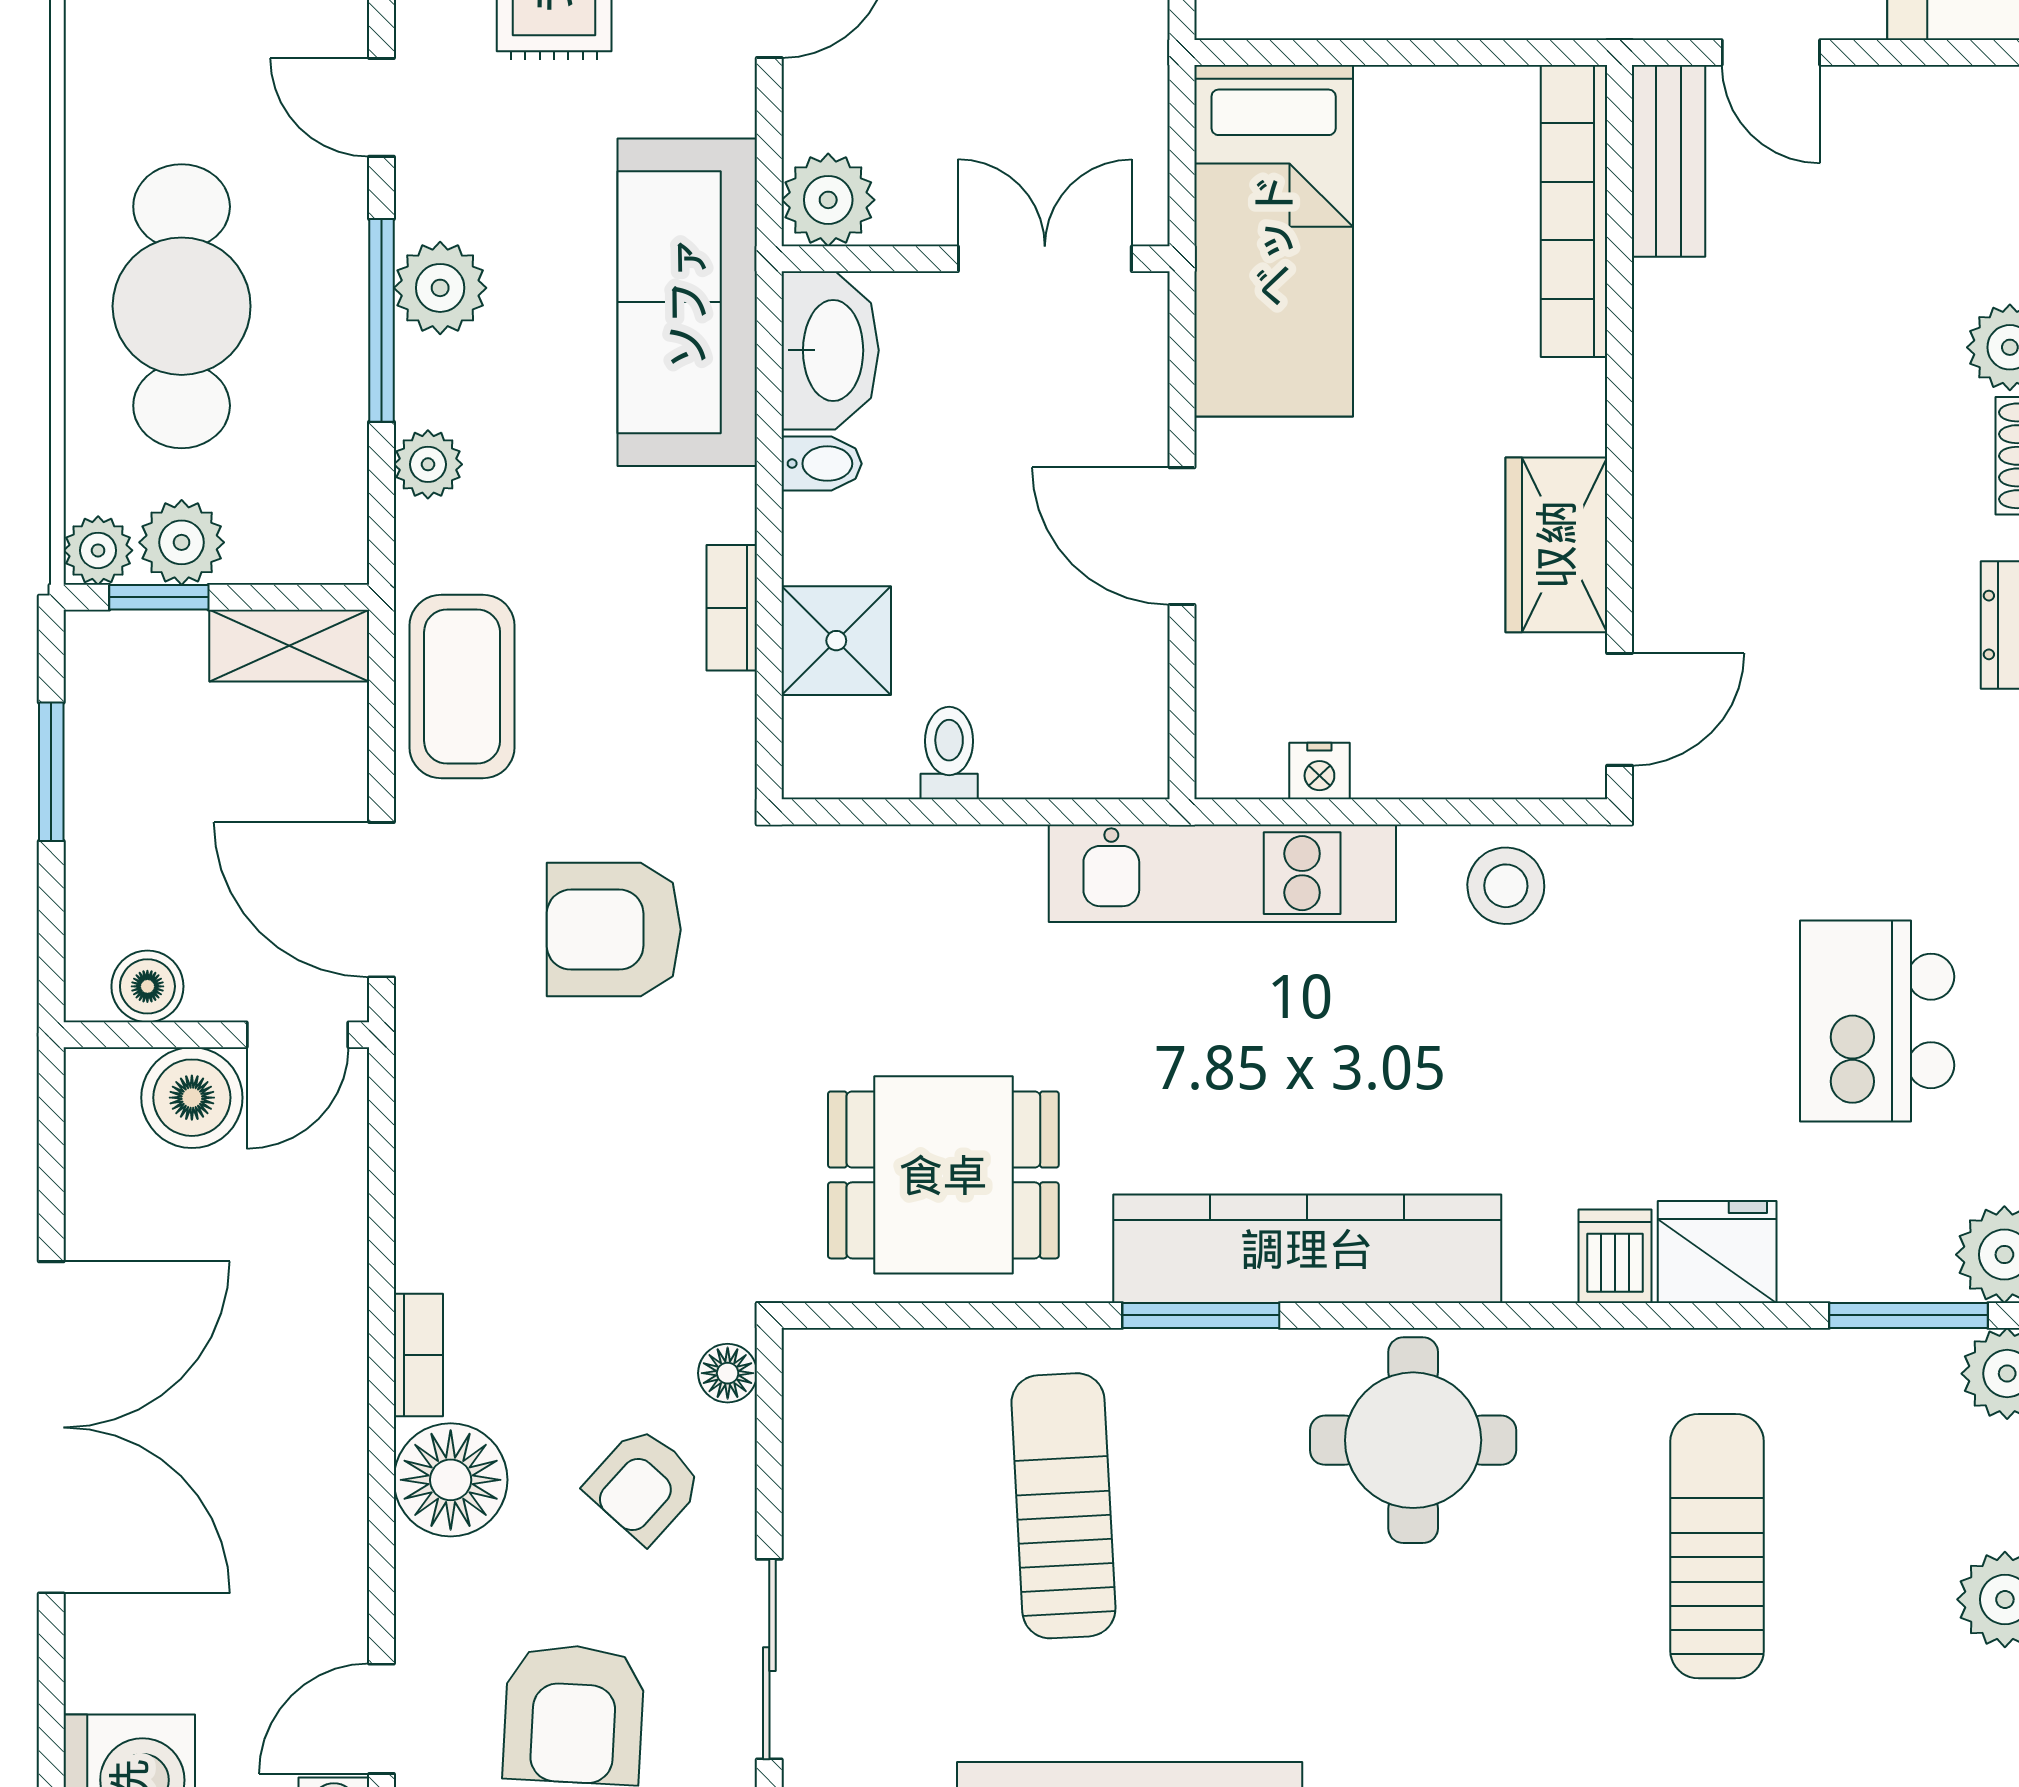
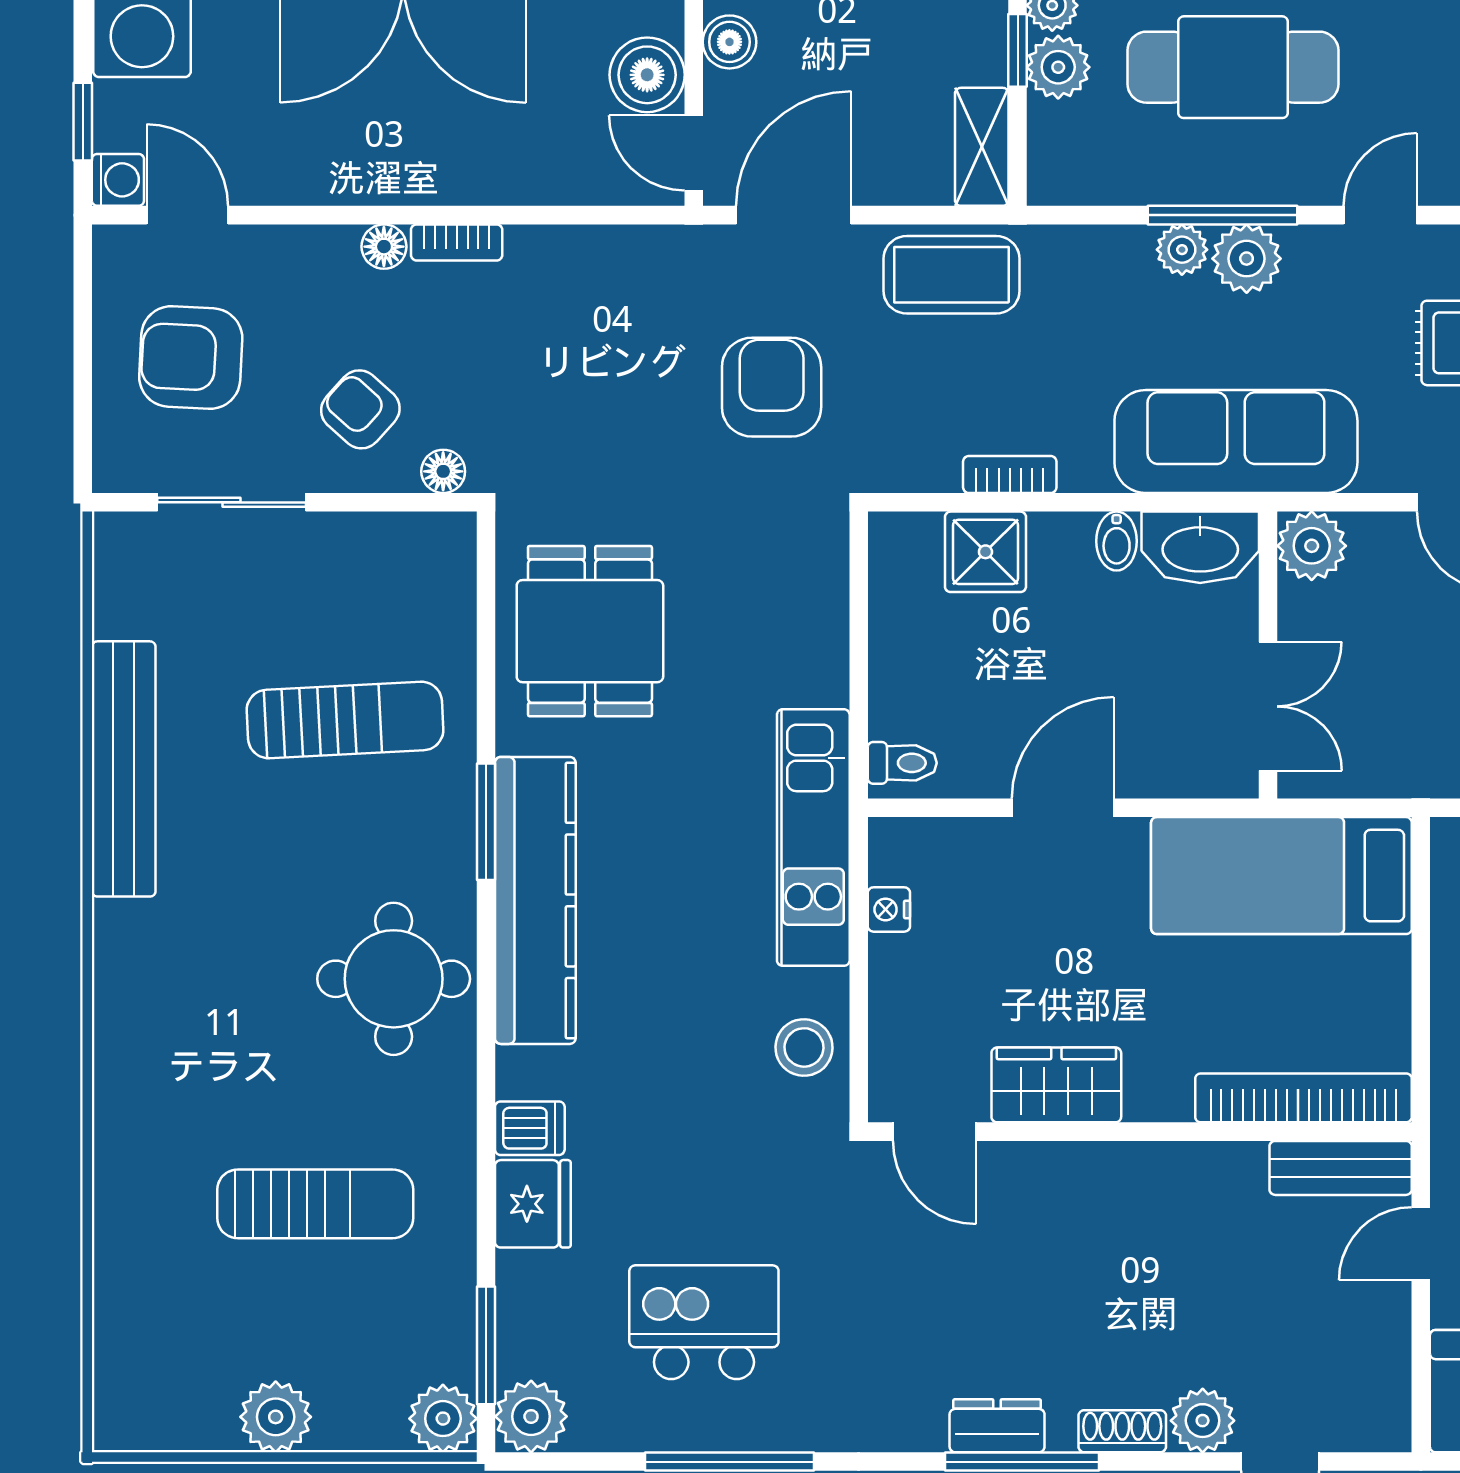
plant: (428, 464) -> (1182, 250), moved
toilet: (949, 753) -> (902, 763), moved
floor lamp: (451, 1480) -> (384, 247), width x0.53, depth x0.53

